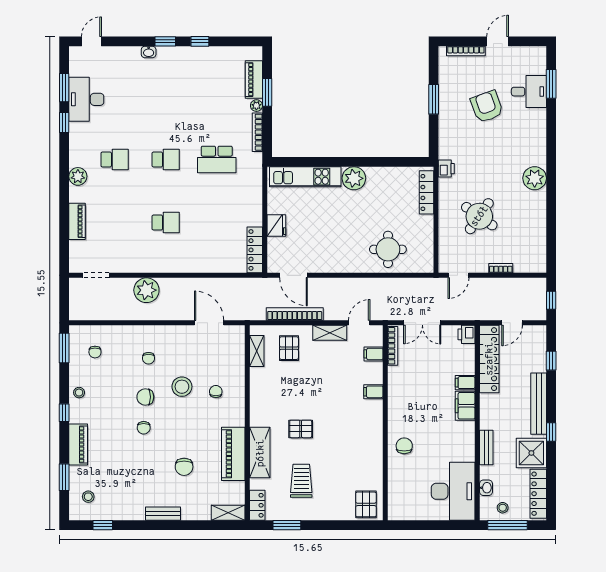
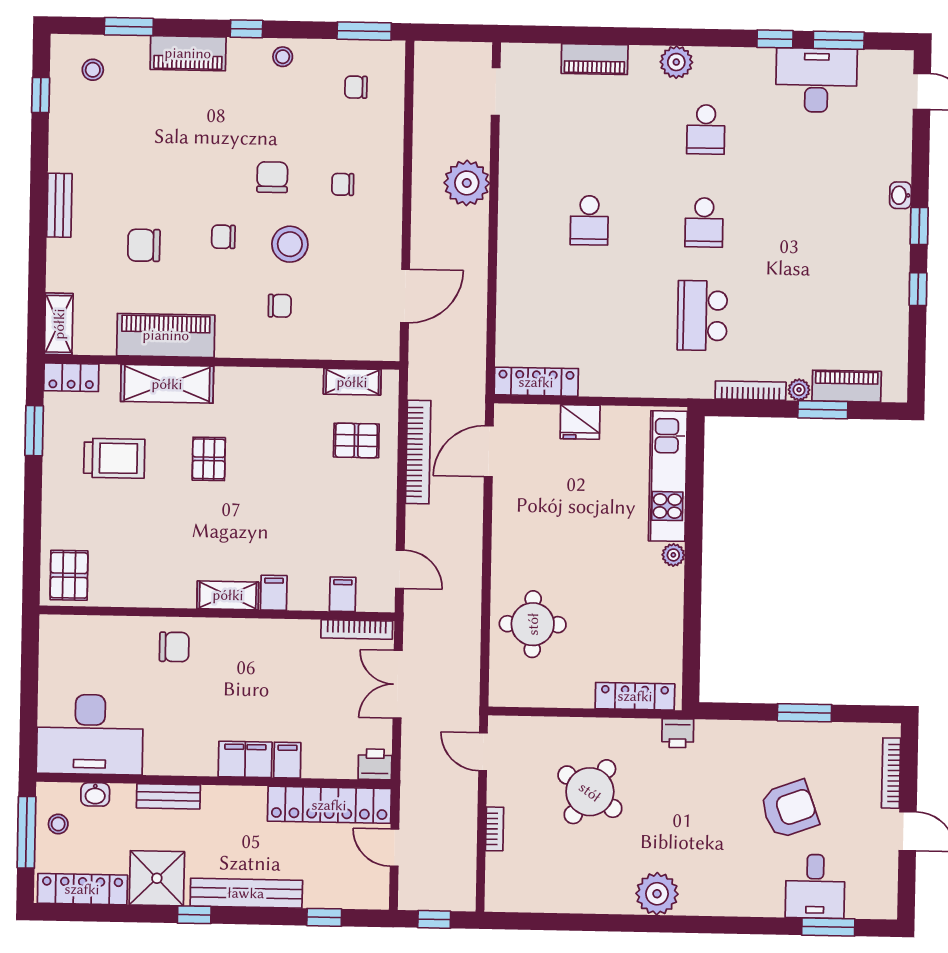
plant: (354, 178) -> (673, 555), width x0.53, depth x0.53
shelving: (330, 333) -> (228, 595), moved, turned 90
chair: (144, 428) -> (223, 237), moved
pallet: (366, 504) -> (69, 575), turned 90

